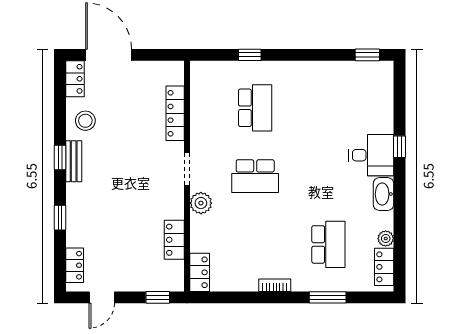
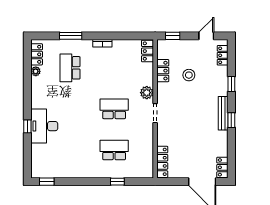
school desk: (255, 108) -> (114, 150), turned 90
locker: (175, 113) -> (162, 162), moved
stool: (85, 121) -> (189, 75), moved
desk: (371, 155) -> (44, 126), width x1.37
bench: (74, 161) -> (223, 113), width x1.36
washbasin: (384, 194) -> (37, 98), removed

